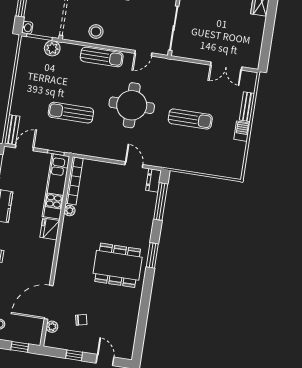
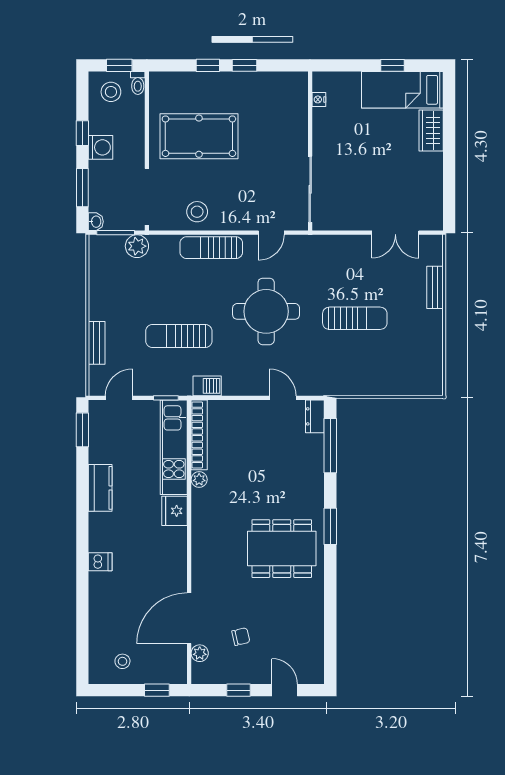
sun lounger: (102, 57) -> (211, 248), turned 180
bench: (12, 130) -> (97, 343), moved
barbecue: (242, 131) -> (207, 386), moved, turned 90

